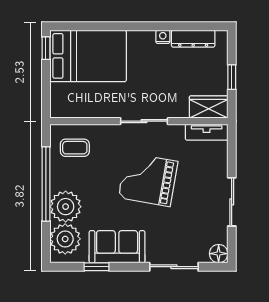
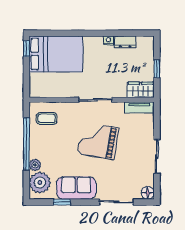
dresser: (193, 39) -> (125, 42), width x0.70
plant: (66, 207) -> (35, 165), width x0.53, depth x0.53

